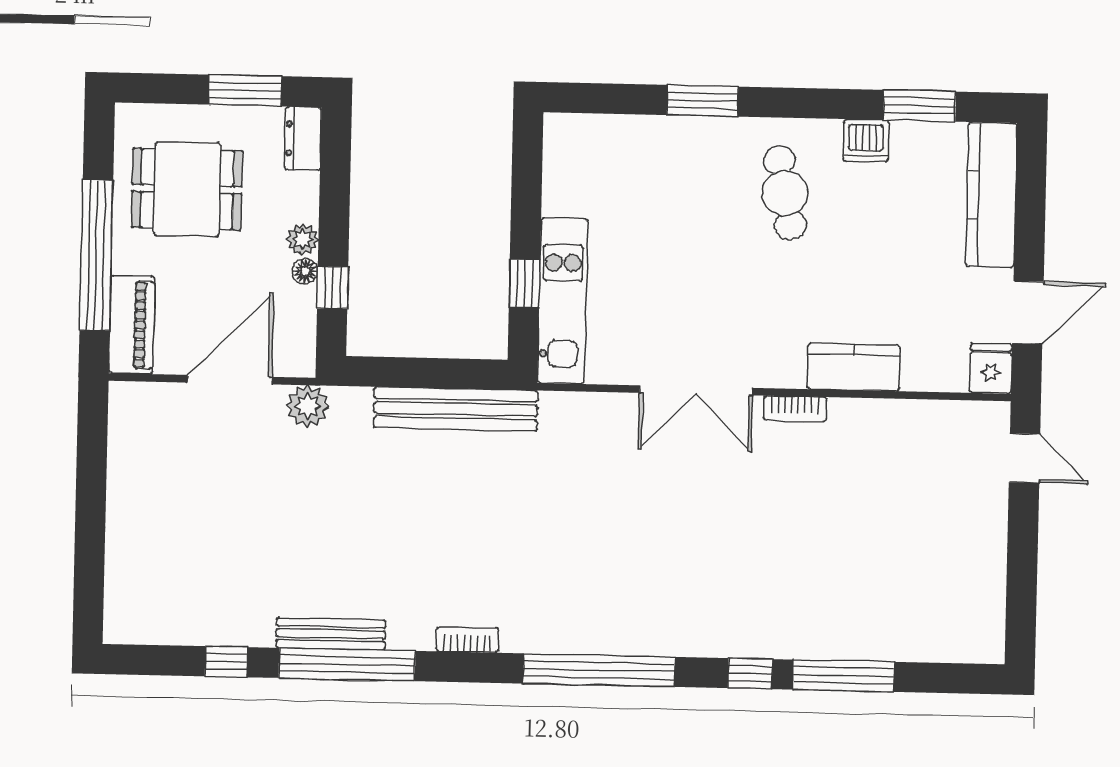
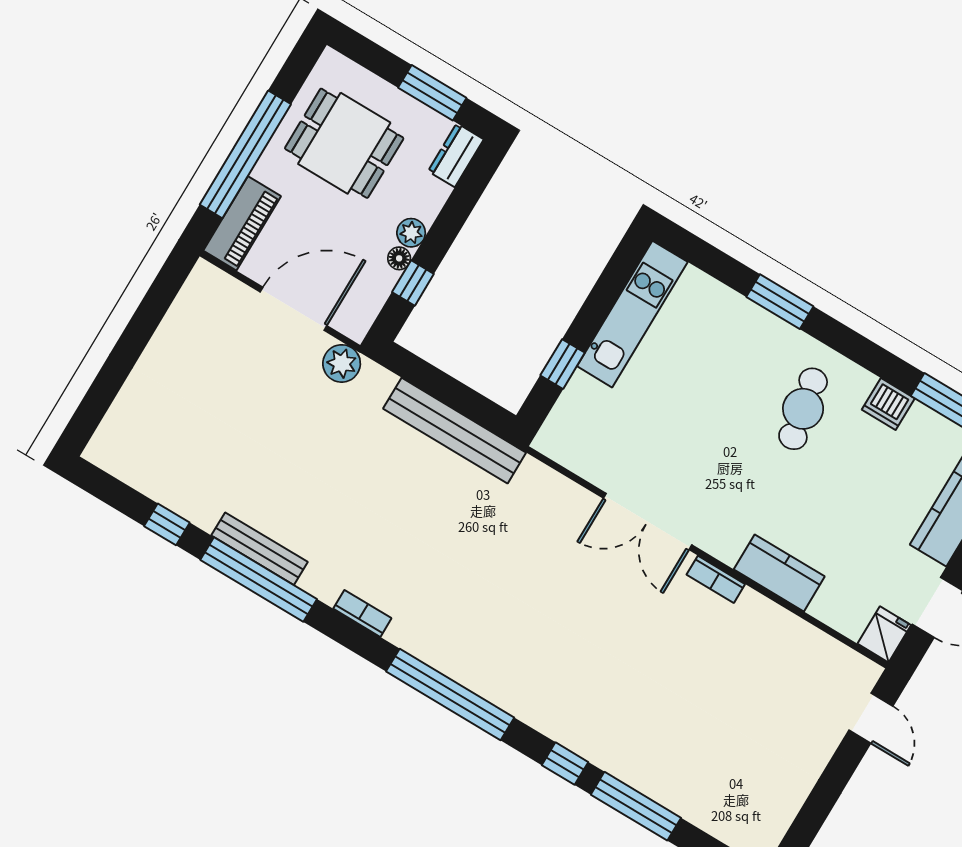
kitchen unit: (562, 301) -> (632, 314), moved

